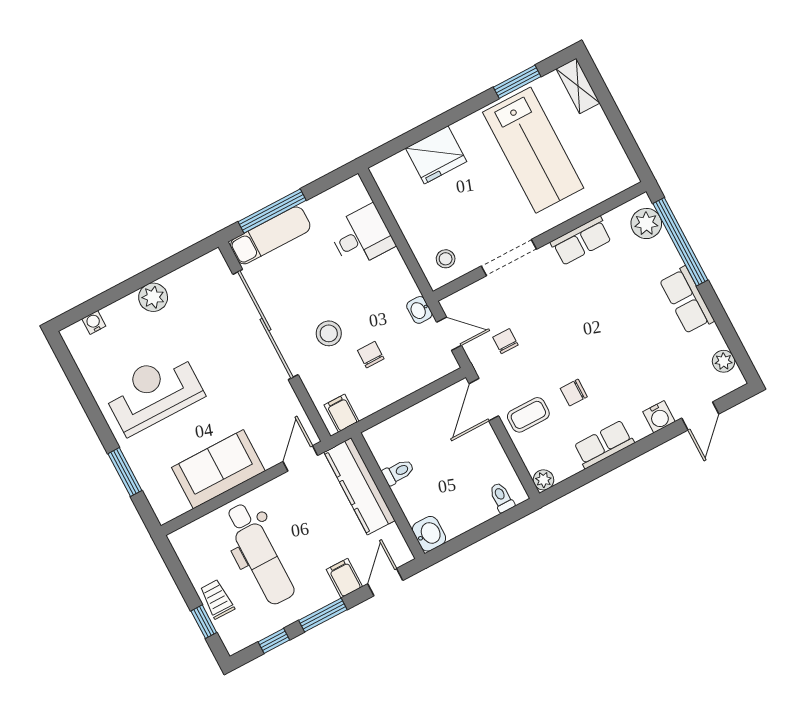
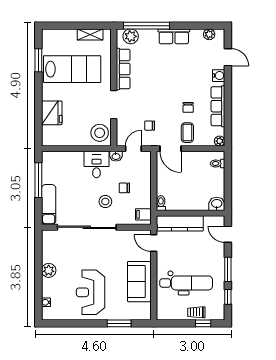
shelving: (578, 86) -> (90, 34), moved
window: (272, 211) -> (38, 180), moved
desk: (362, 236) -> (96, 165), moved
row of seats: (581, 241) -> (123, 69), width x1.48
stool: (446, 259) -> (100, 133), width x1.89, depth x1.89
row of seats: (604, 444) -> (218, 106), width x1.48
toilet: (398, 472) -> (161, 203), moved
filing cabinet: (344, 578) -> (217, 251), removed

